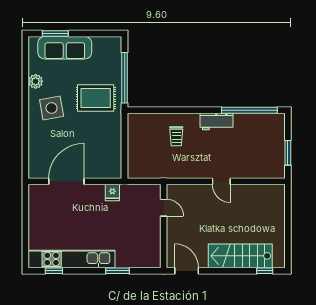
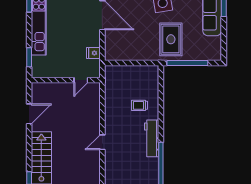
workbench: (216, 122) -> (152, 138), width x1.38
door: (164, 208) -> (81, 80), moved
wall: (164, 226) -> (66, 80), moved

